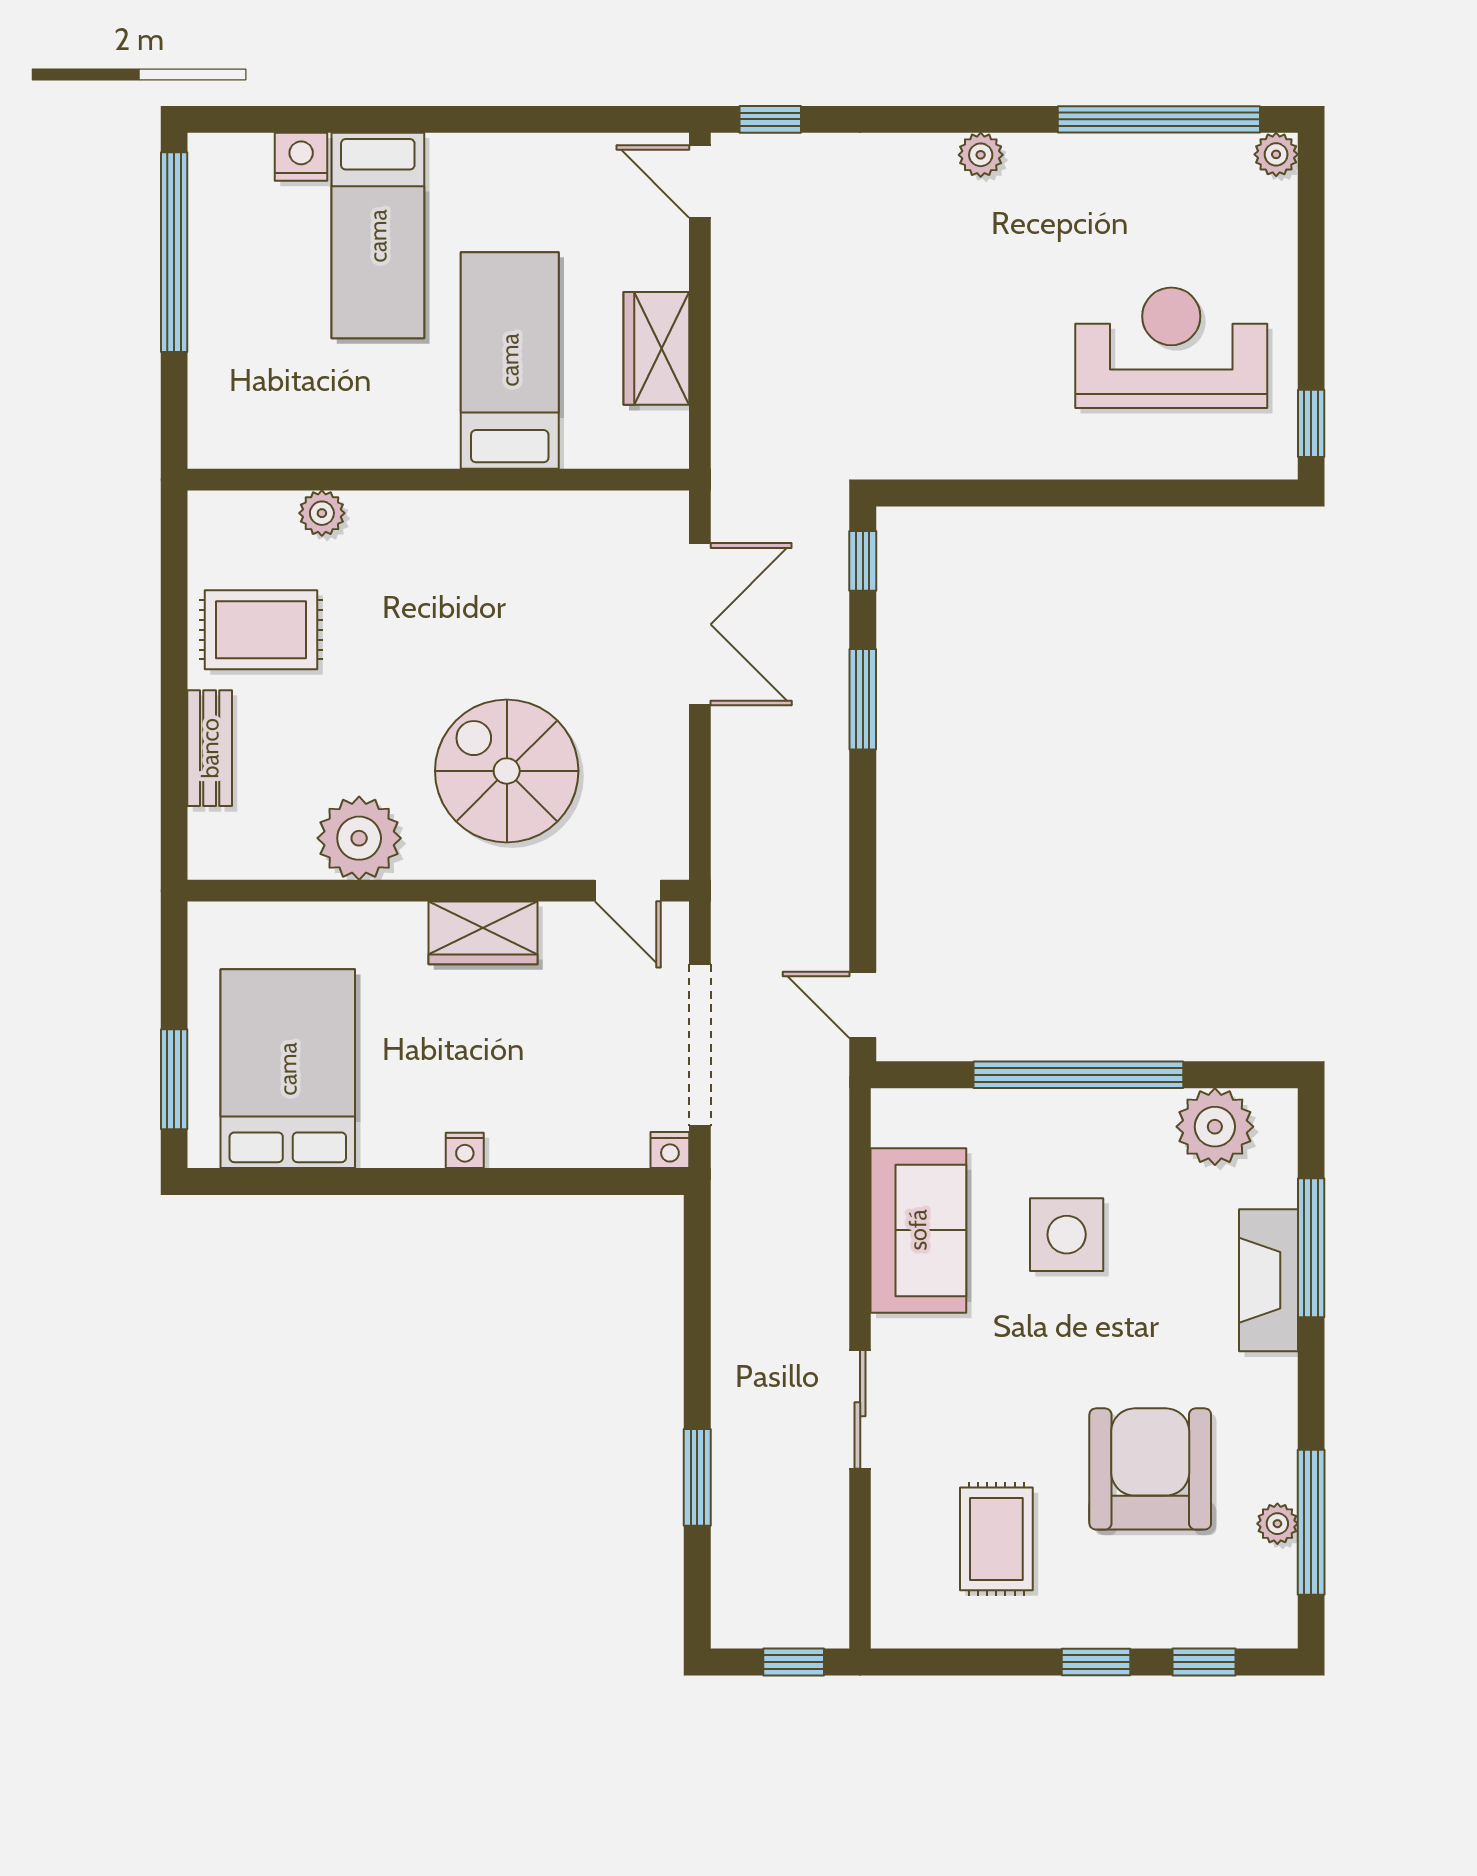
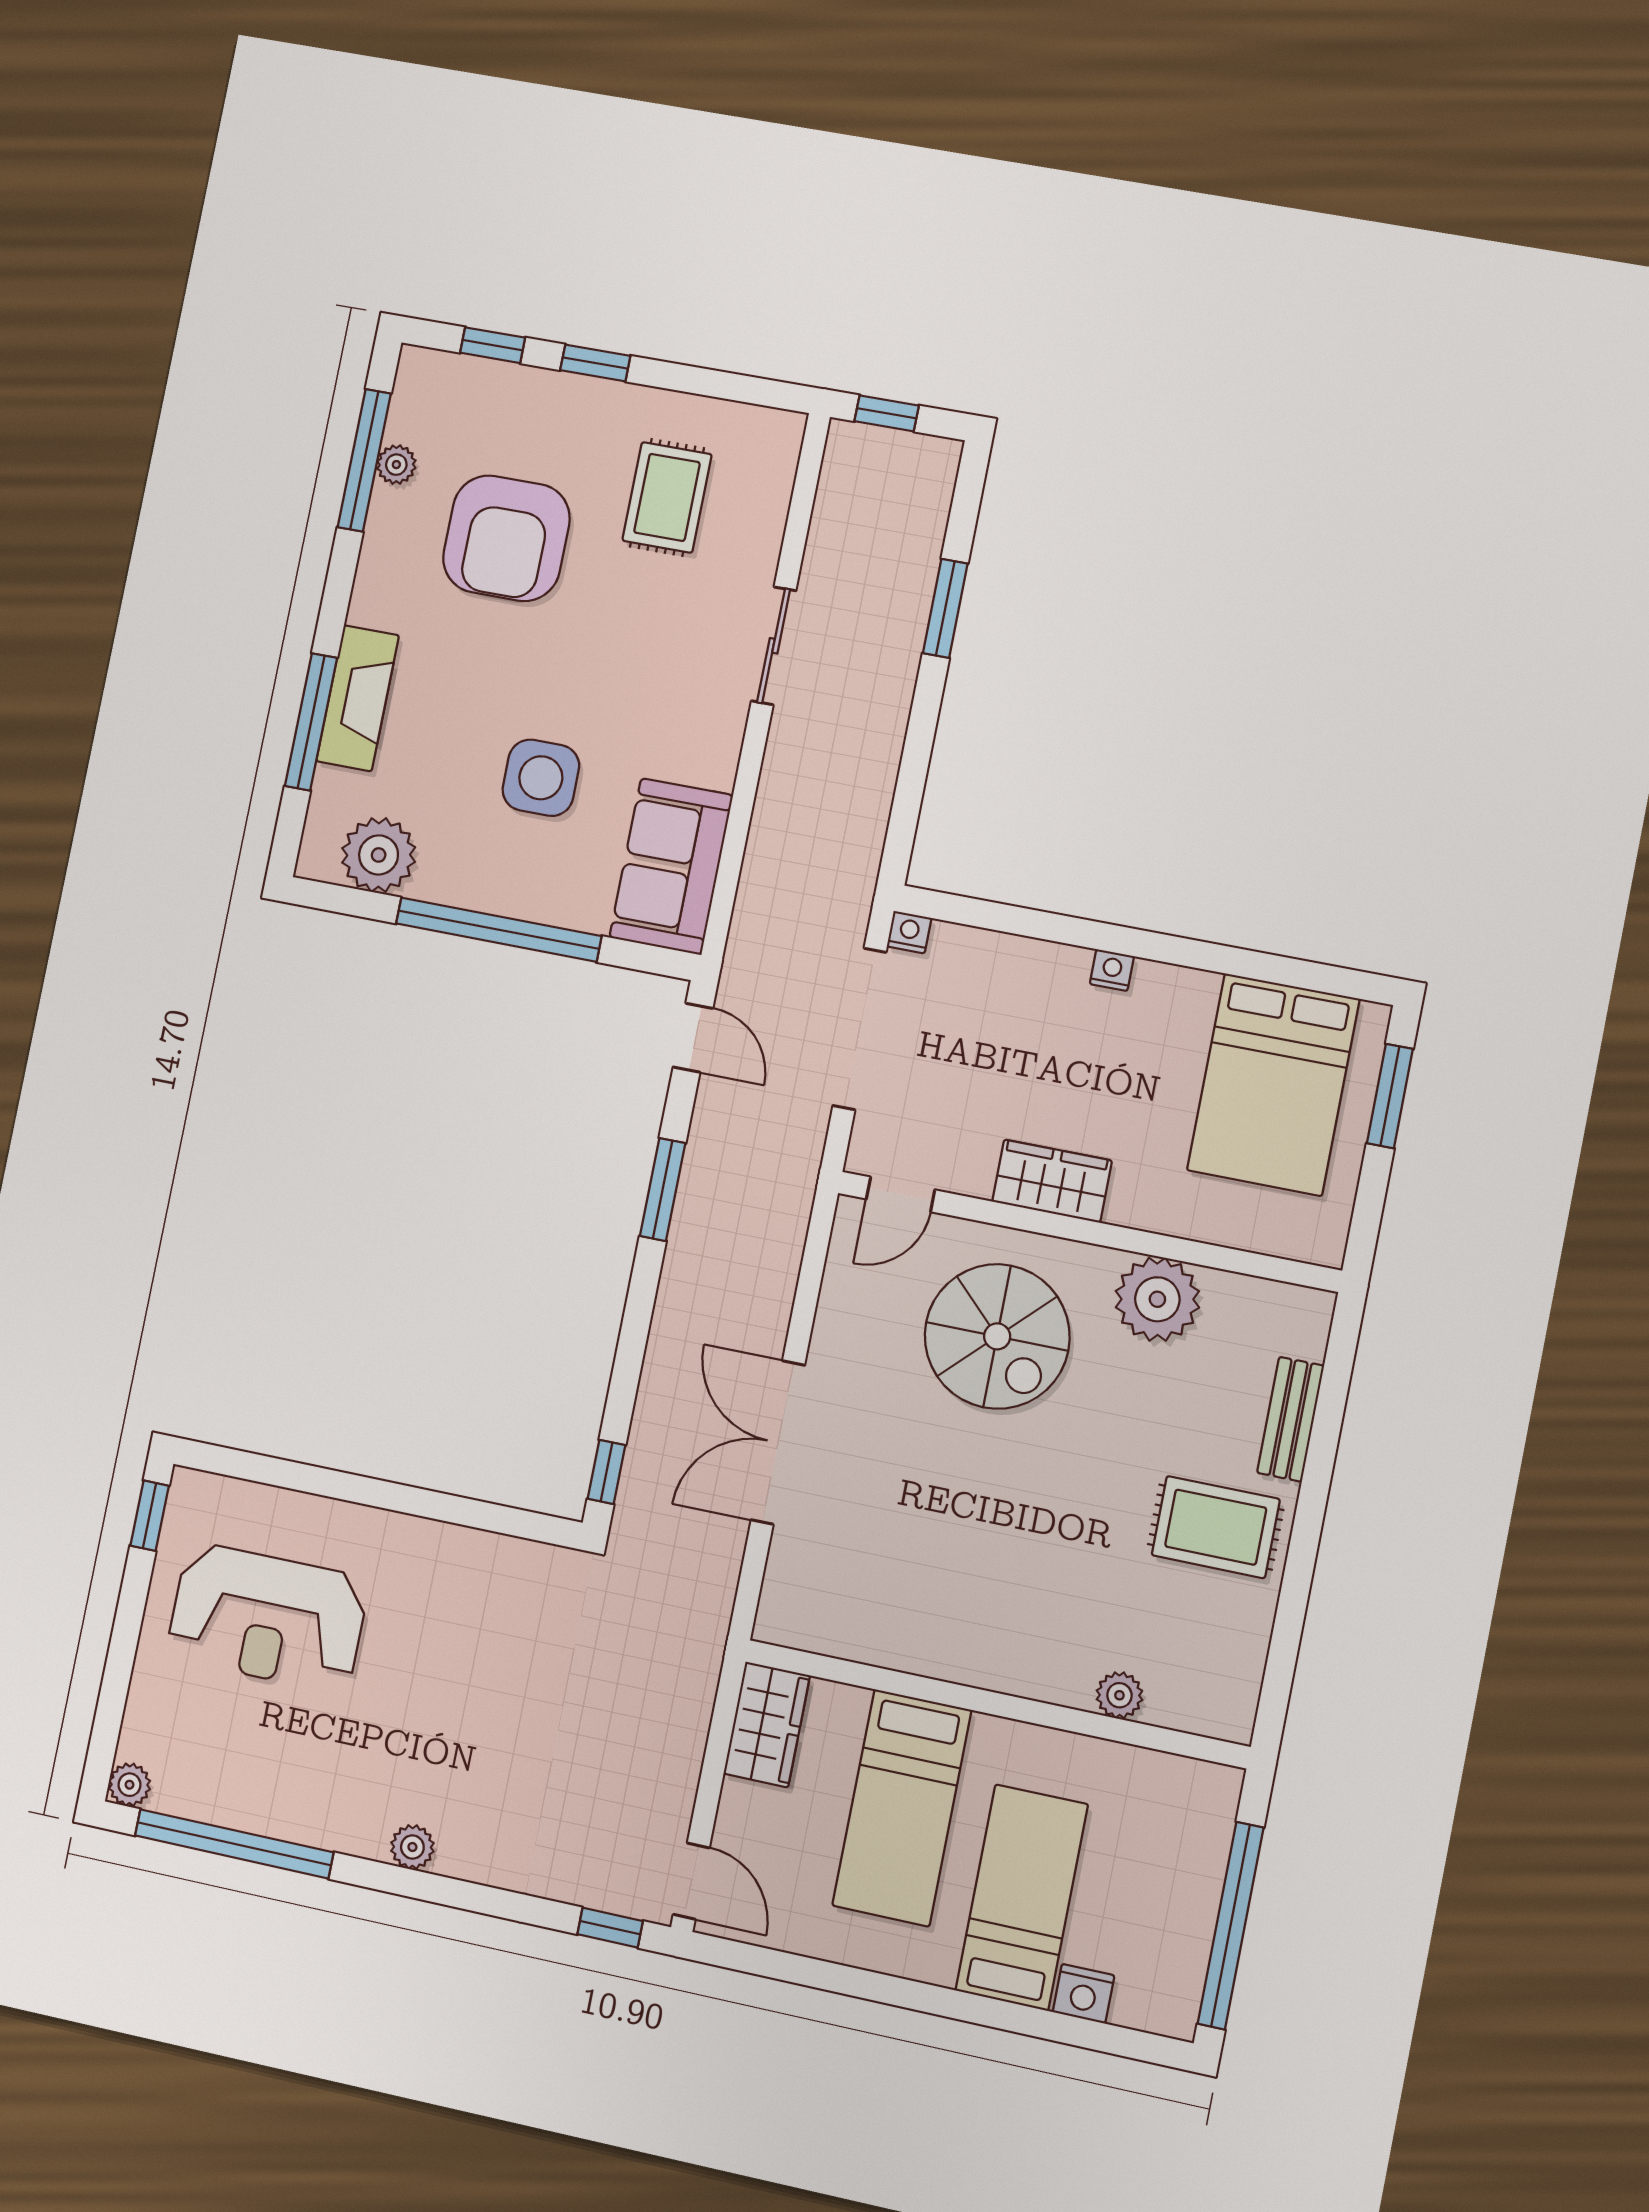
bed: (510, 360) -> (902, 1808), moved
wall: (438, 480) -> (996, 1704), moved
plant: (322, 513) -> (1119, 1695), moved
window: (863, 699) -> (663, 1190), moved
door: (628, 891) -> (900, 1194), swing flipped
sofa: (918, 1230) -> (671, 866), moved

